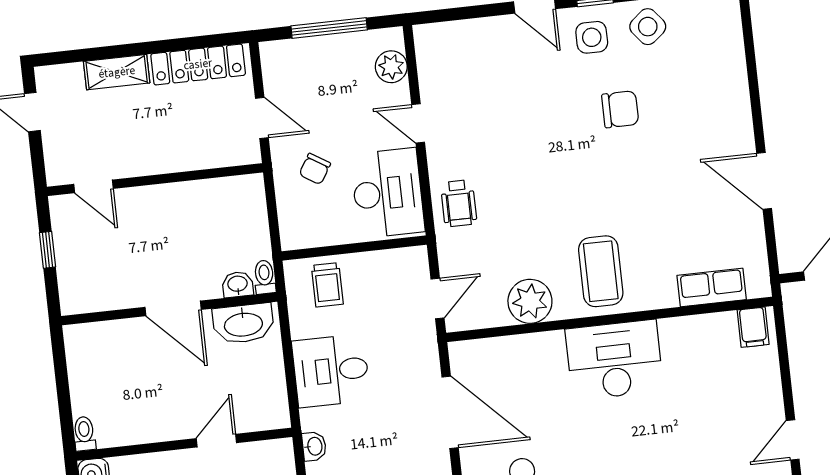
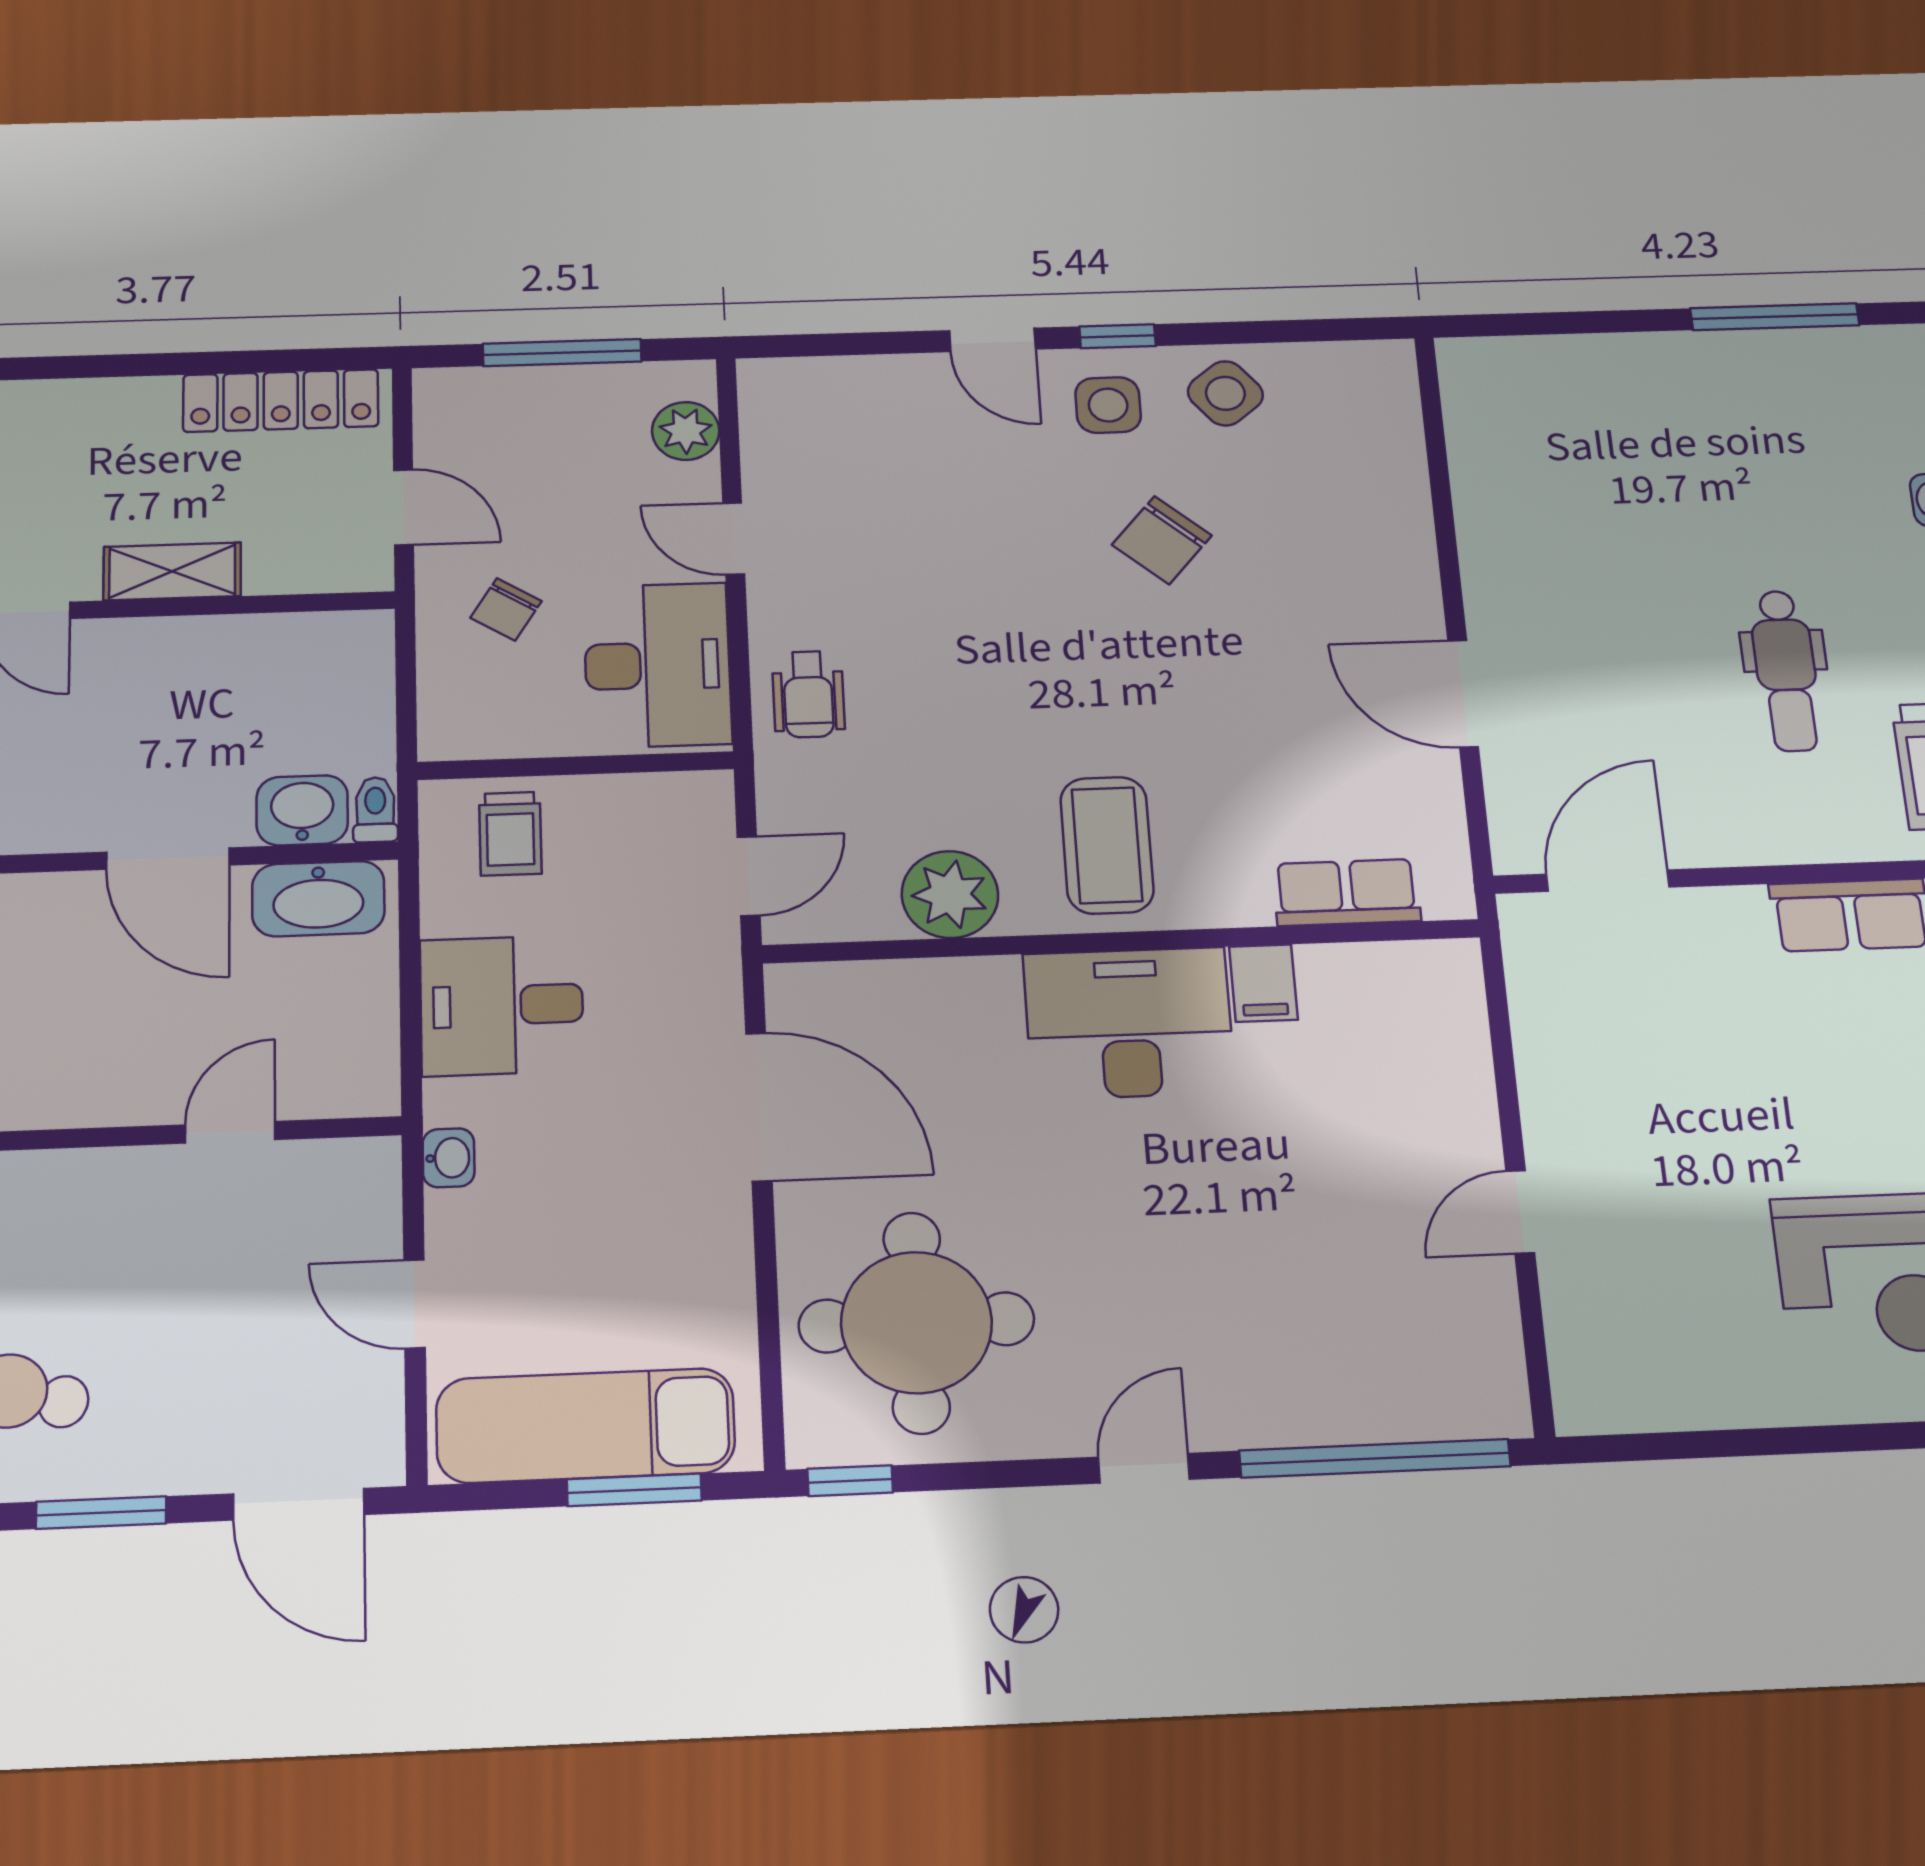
shelving: (117, 72) -> (172, 571), moved
chair: (620, 109) -> (1162, 540), turned 131
washbasin: (238, 284) -> (302, 810), width x1.38, depth x1.45
filing cabinet: (753, 327) -> (1263, 983), moved

